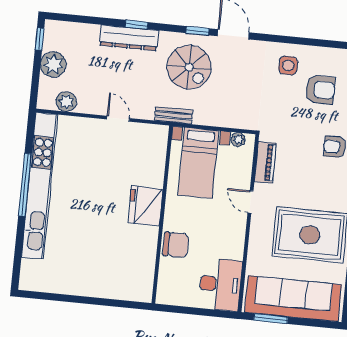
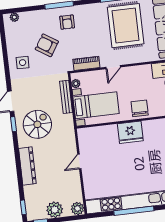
window: (137, 25) -> (23, 207), moved
armchair: (320, 90) -> (47, 45), moved, turned -57
plant: (66, 102) -> (77, 208), moved
bench: (173, 115) -> (66, 97), moved, width x1.36
chair: (176, 245) -> (140, 108), moved

